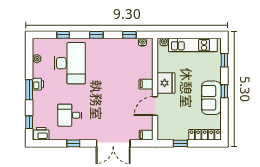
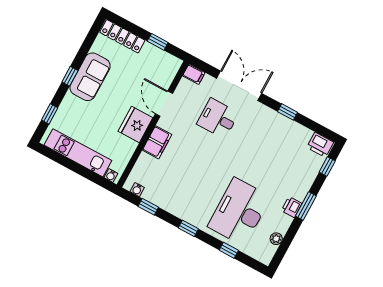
filing cabinet: (146, 84) -> (157, 142), width x2.00
door: (155, 106) -> (164, 104), swing flipped
desk: (70, 115) -> (218, 118), moved, turned 180

